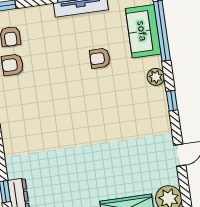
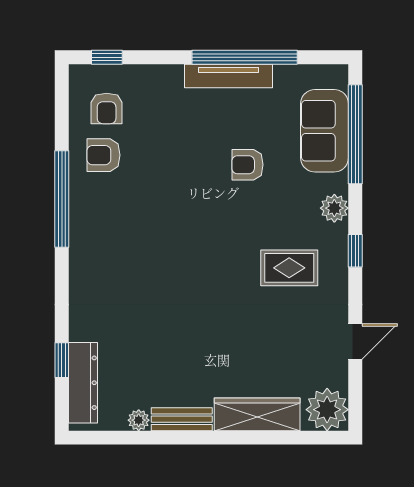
rug: (134, 117) -> (289, 268), added

